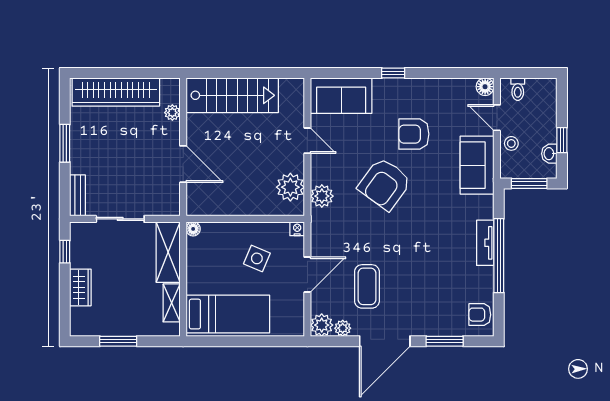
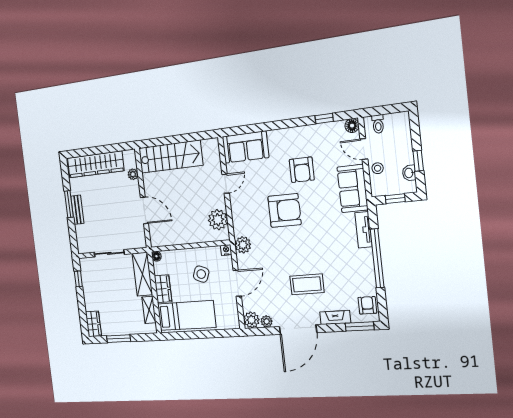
window: (393, 73) -> (324, 118), moved
armchair: (414, 134) -> (302, 170), turned -90
door: (307, 141) -> (226, 184), hinge flipped
window: (529, 183) -> (395, 199), width x0.67
armchair: (385, 184) -> (284, 210), turned -126
bench: (78, 195) -> (77, 210), moved
plant: (322, 196) -> (243, 245), moved
tv unit: (485, 243) -> (363, 230), moved
wardrobe: (197, 275) -> (163, 289), added
coffee table: (367, 286) -> (307, 284), moved, turned 90
wardrobe: (80, 287) -> (93, 324), moved
armchair: (480, 315) -> (367, 305), turned 90
fireplace: (436, 328) -> (335, 317), added
window: (445, 341) -> (360, 326), moved

